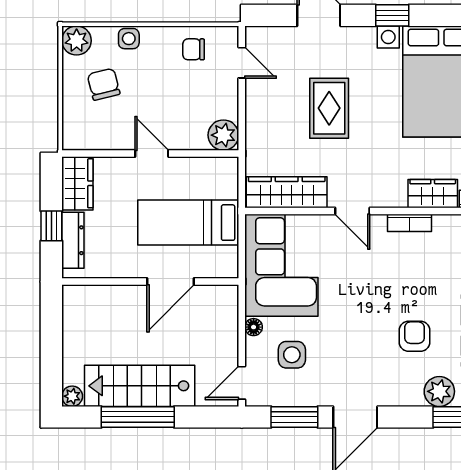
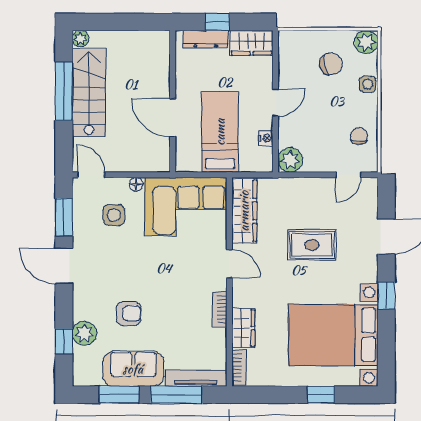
nightstand: (196, 166) -> (266, 138), added
door: (352, 211) -> (229, 264), swing flipped

